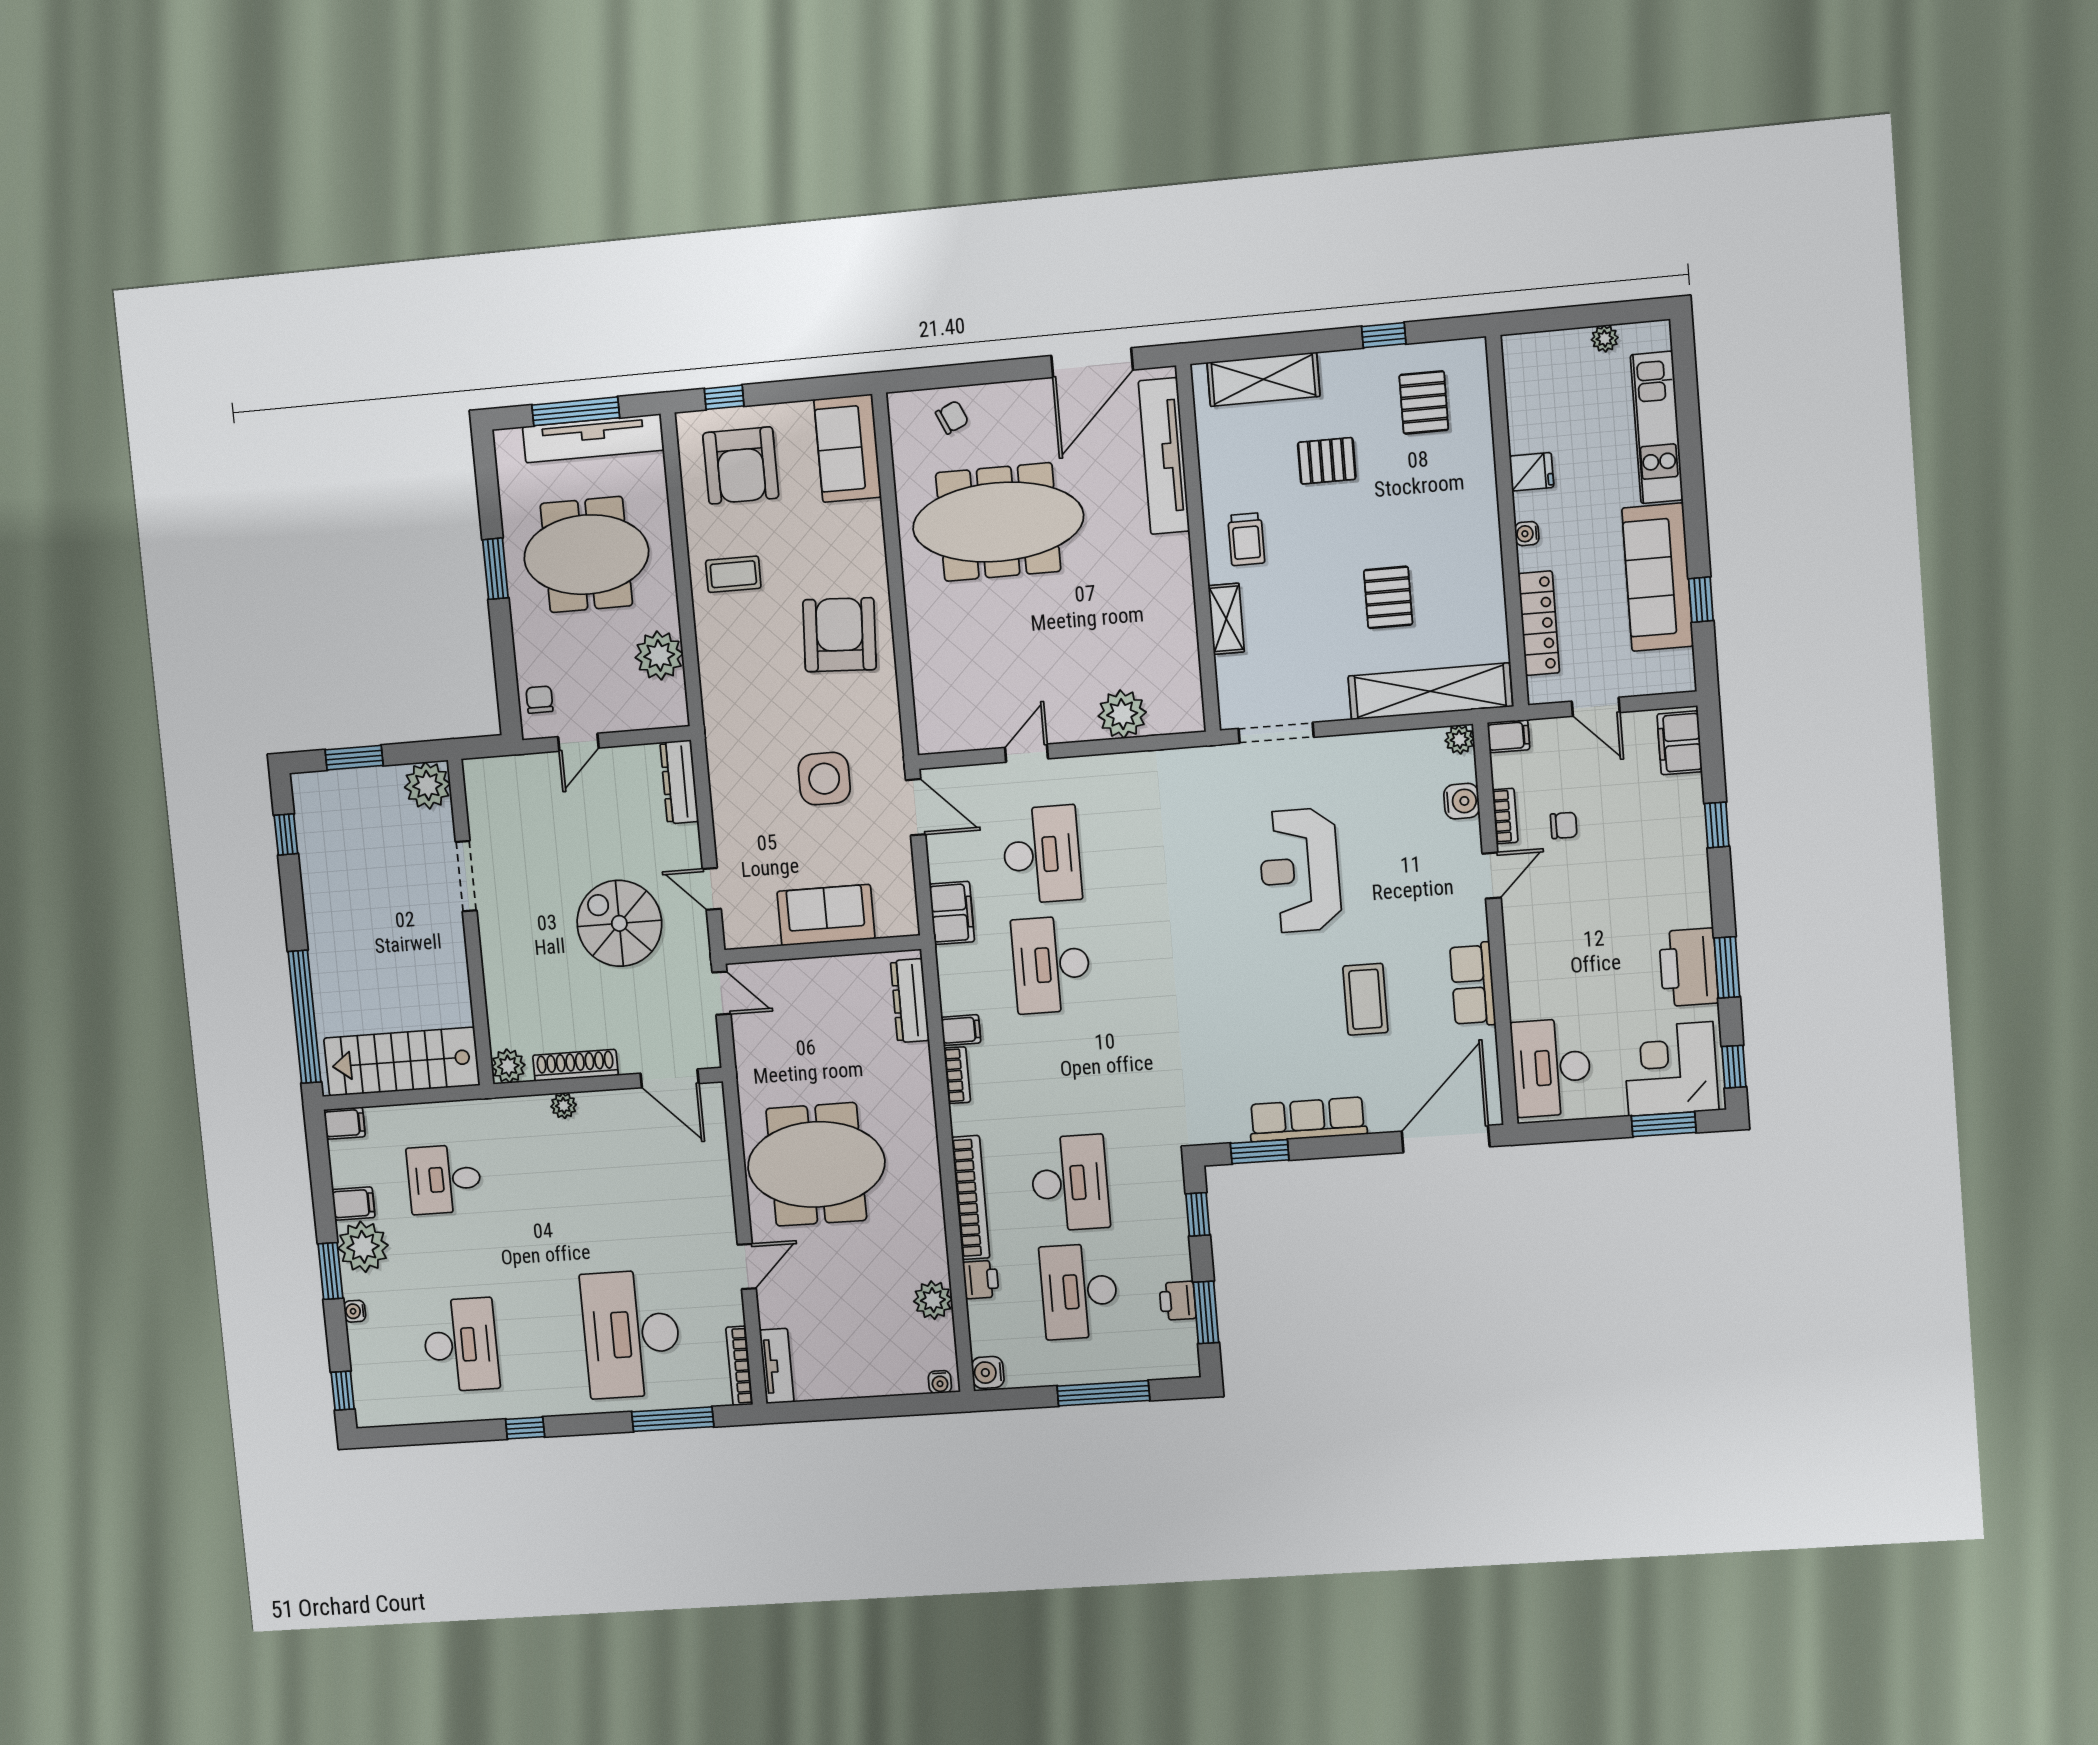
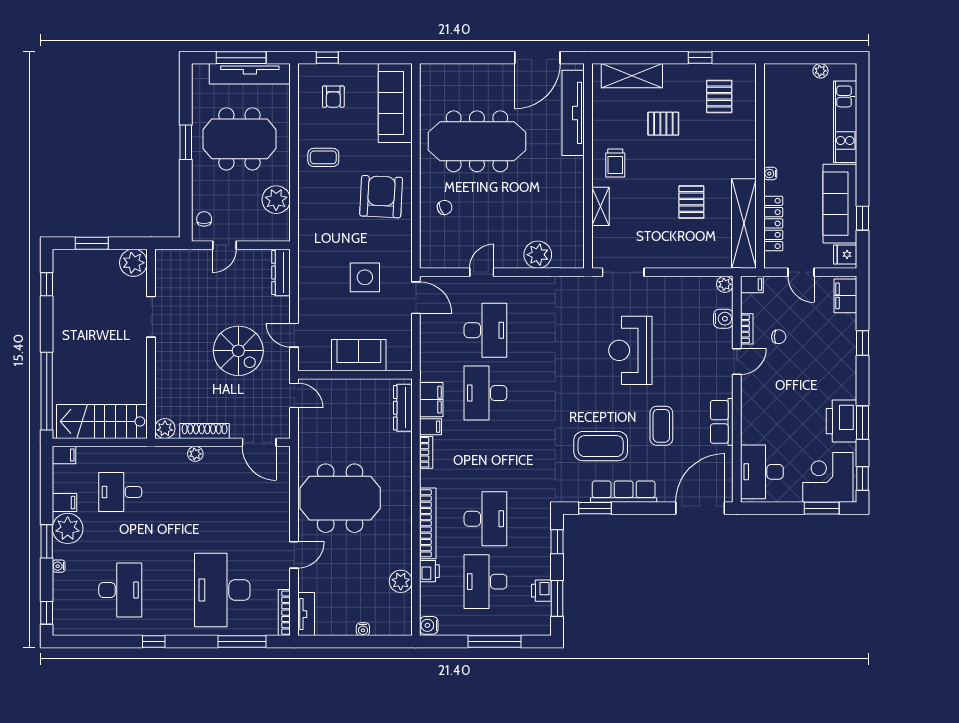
chair: (952, 417) -> (445, 207), moved
sofa: (848, 448) -> (395, 103), width x1.36
armchair: (741, 466) -> (333, 97), width x0.53, depth x0.53
fridge: (1532, 472) -> (845, 254), moved, turned 180
shelving: (1430, 691) -> (744, 224), moved, turned 90
filing cabinet: (952, 913) -> (431, 400), moved
spiral stairs: (619, 923) -> (238, 351), turned 180
coffee table: (1261, 1043) -> (601, 446), added
water cooler: (940, 1382) -> (363, 629), moved

